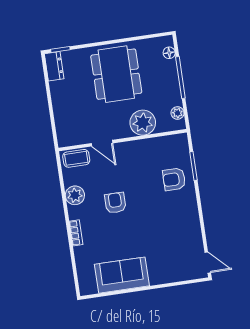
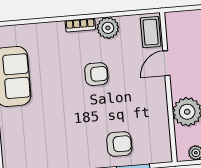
armchair: (174, 179) -> (119, 144), turned 90
bookcase: (76, 233) -> (80, 25), moved

